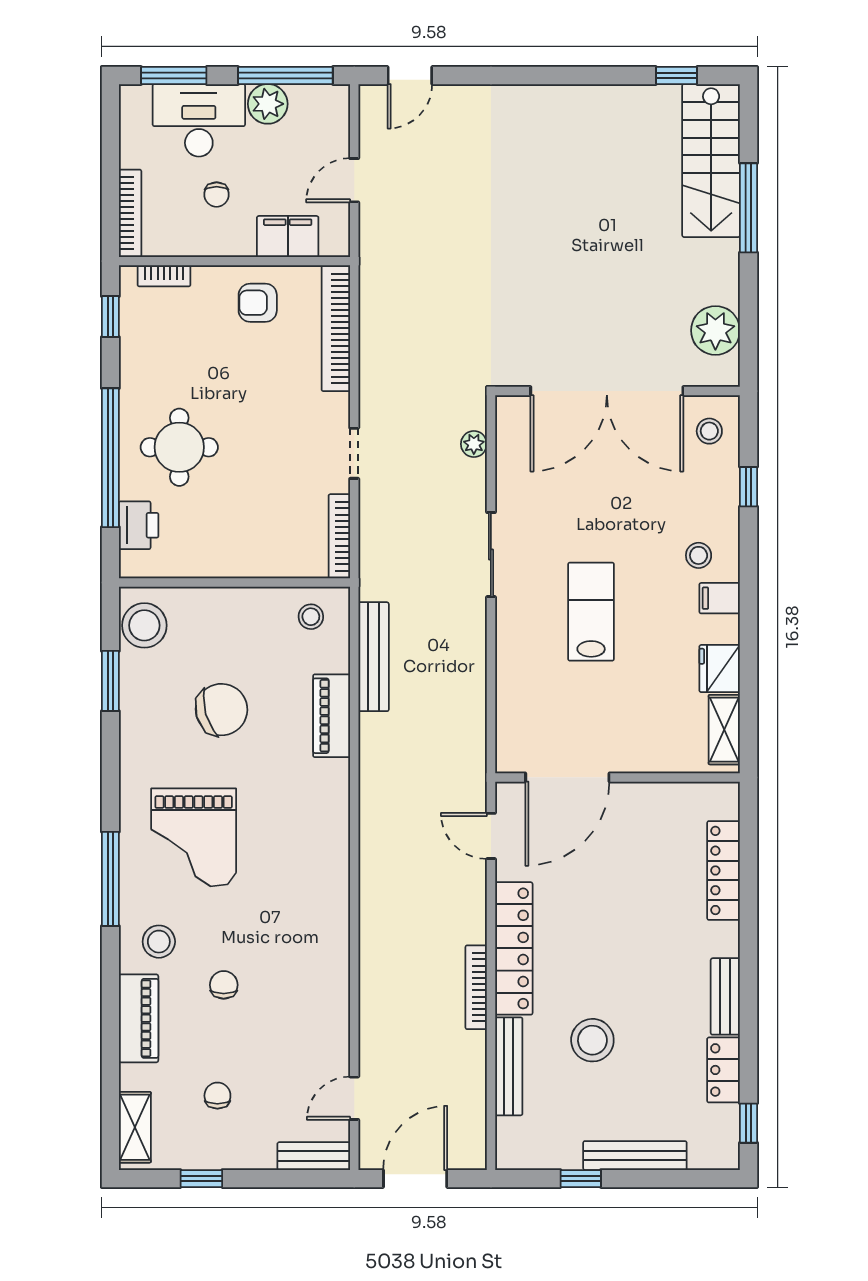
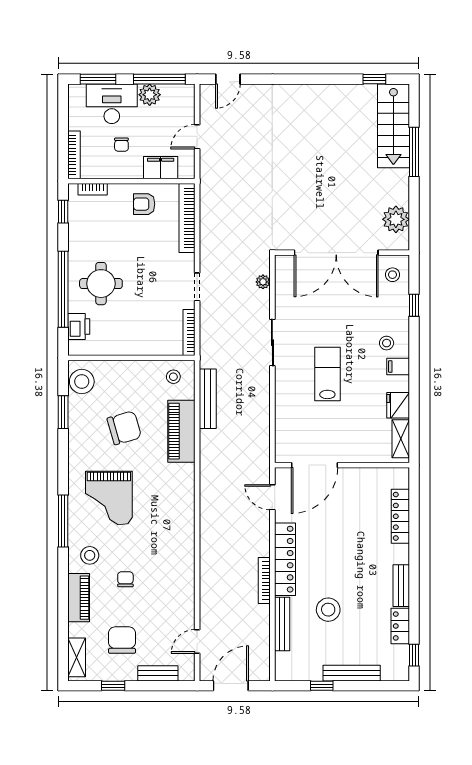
piano: (332, 716) -> (181, 431), width x1.37, depth x1.33
chair: (217, 1096) -> (122, 640), width x1.87, depth x1.87
bench: (314, 1156) -> (158, 673), moved

